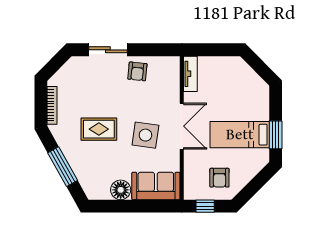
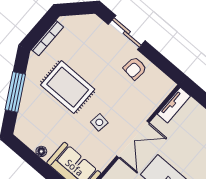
rug: (99, 129) -> (68, 87), width x1.36, depth x1.43
side table: (145, 135) -> (99, 122), width x0.54, depth x0.54
floor lamp: (121, 190) -> (41, 151), width x0.53, depth x0.53

